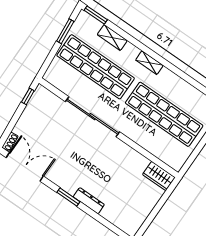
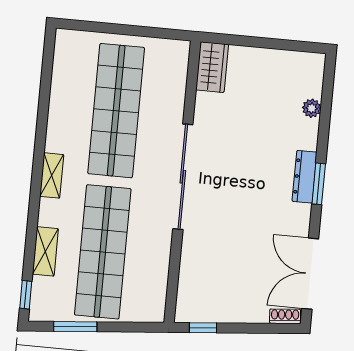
window: (96, 15) -> (26, 295), width x0.67
sliding door: (93, 117) -> (183, 177), moved
dresser: (89, 201) -> (305, 177), moved
plant: (109, 215) -> (312, 108), added

